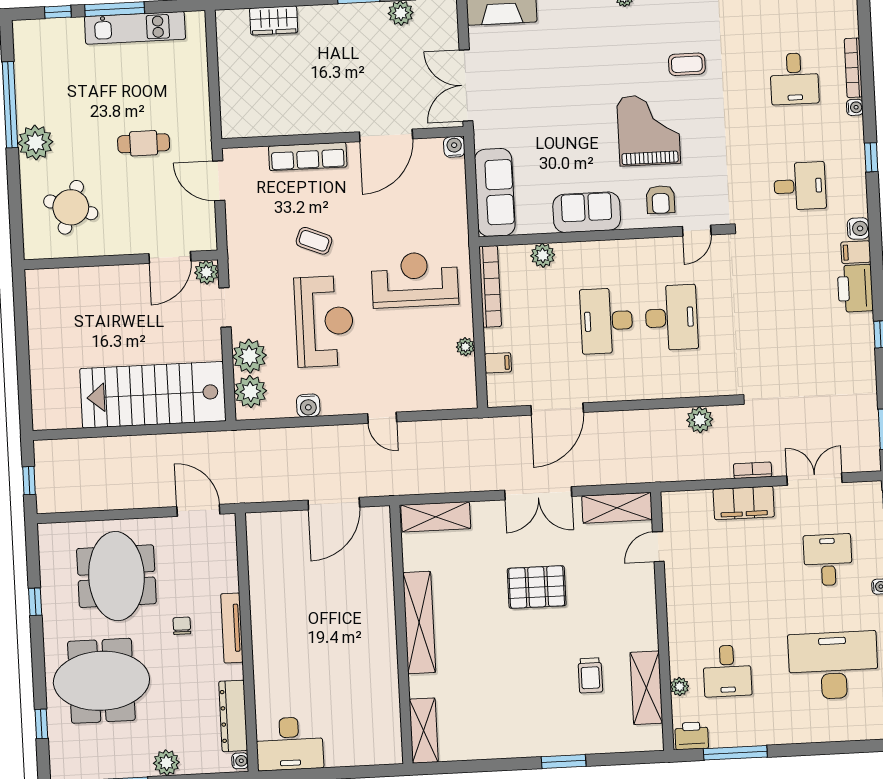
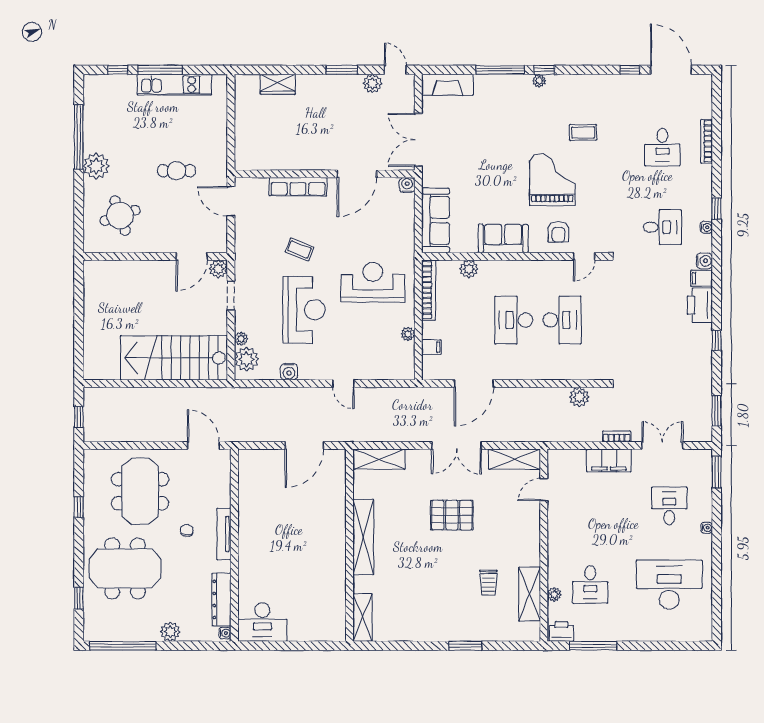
water cooler: (855, 107) -> (706, 227), moved
round table: (71, 207) -> (120, 215), turned -38
plant: (249, 356) -> (241, 339), width x0.53, depth x0.53

